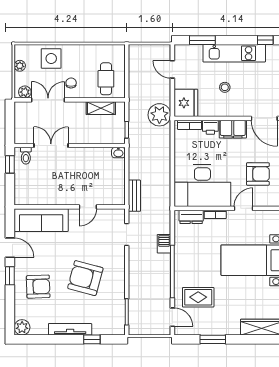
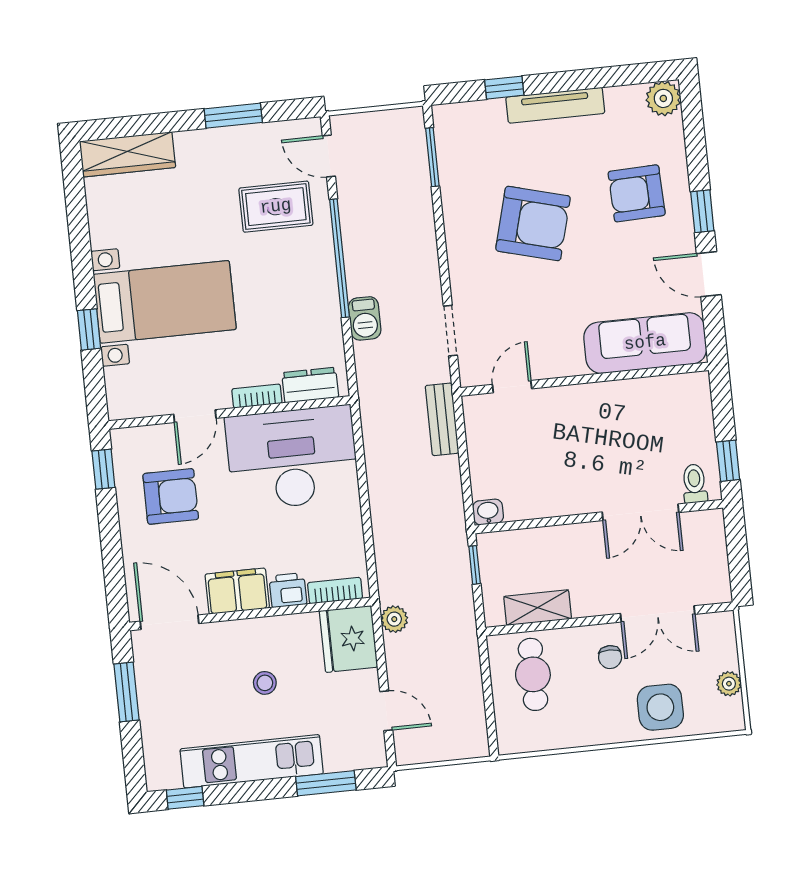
plant: (25, 92) -> (712, 626), removed
plant: (159, 115) -> (394, 619), width x0.53, depth x0.53
armchair: (258, 174) -> (171, 496), turned 180
door: (88, 207) -> (512, 387), moved

